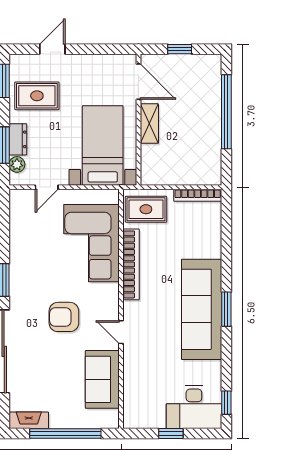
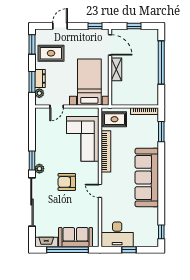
window: (112, 49) -> (95, 26), added
plant: (17, 294) -> (39, 169), added
window: (226, 309) -> (161, 132), moved
sofa: (102, 379) -> (76, 237), moved, turned 90
desk: (194, 407) -> (117, 234), moved

